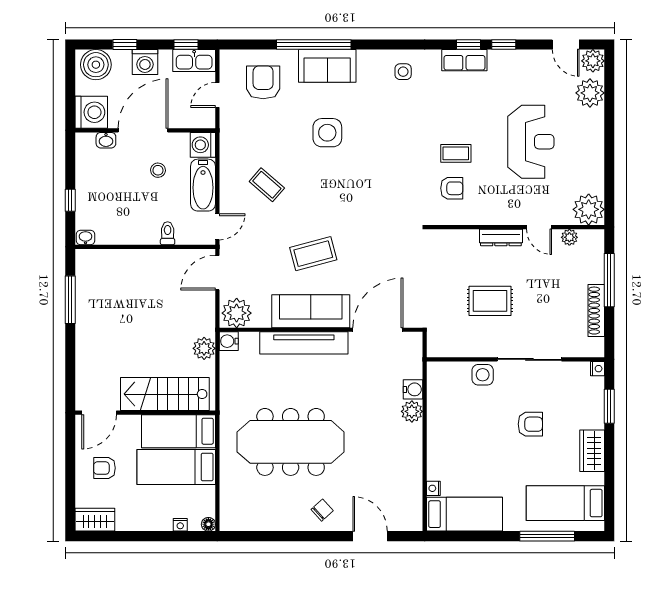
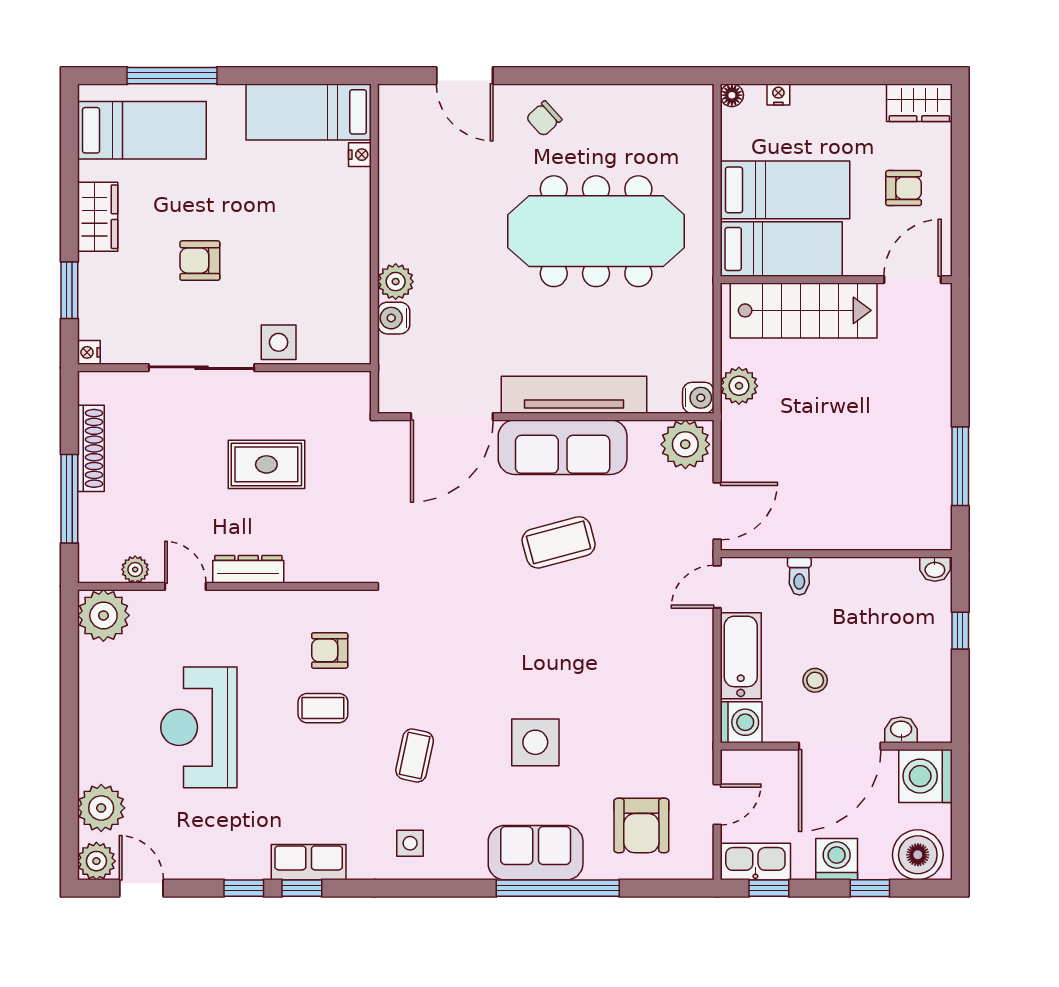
coffee table: (267, 185) -> (415, 755), moved, turned 61

